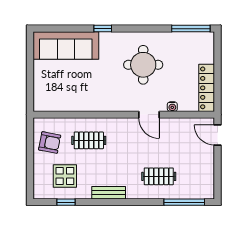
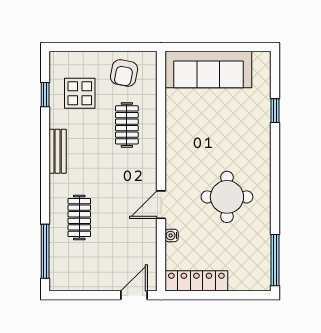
window: (103, 29) -> (275, 111), moved
sofa: (66, 45) -> (208, 70), moved, turned -90

